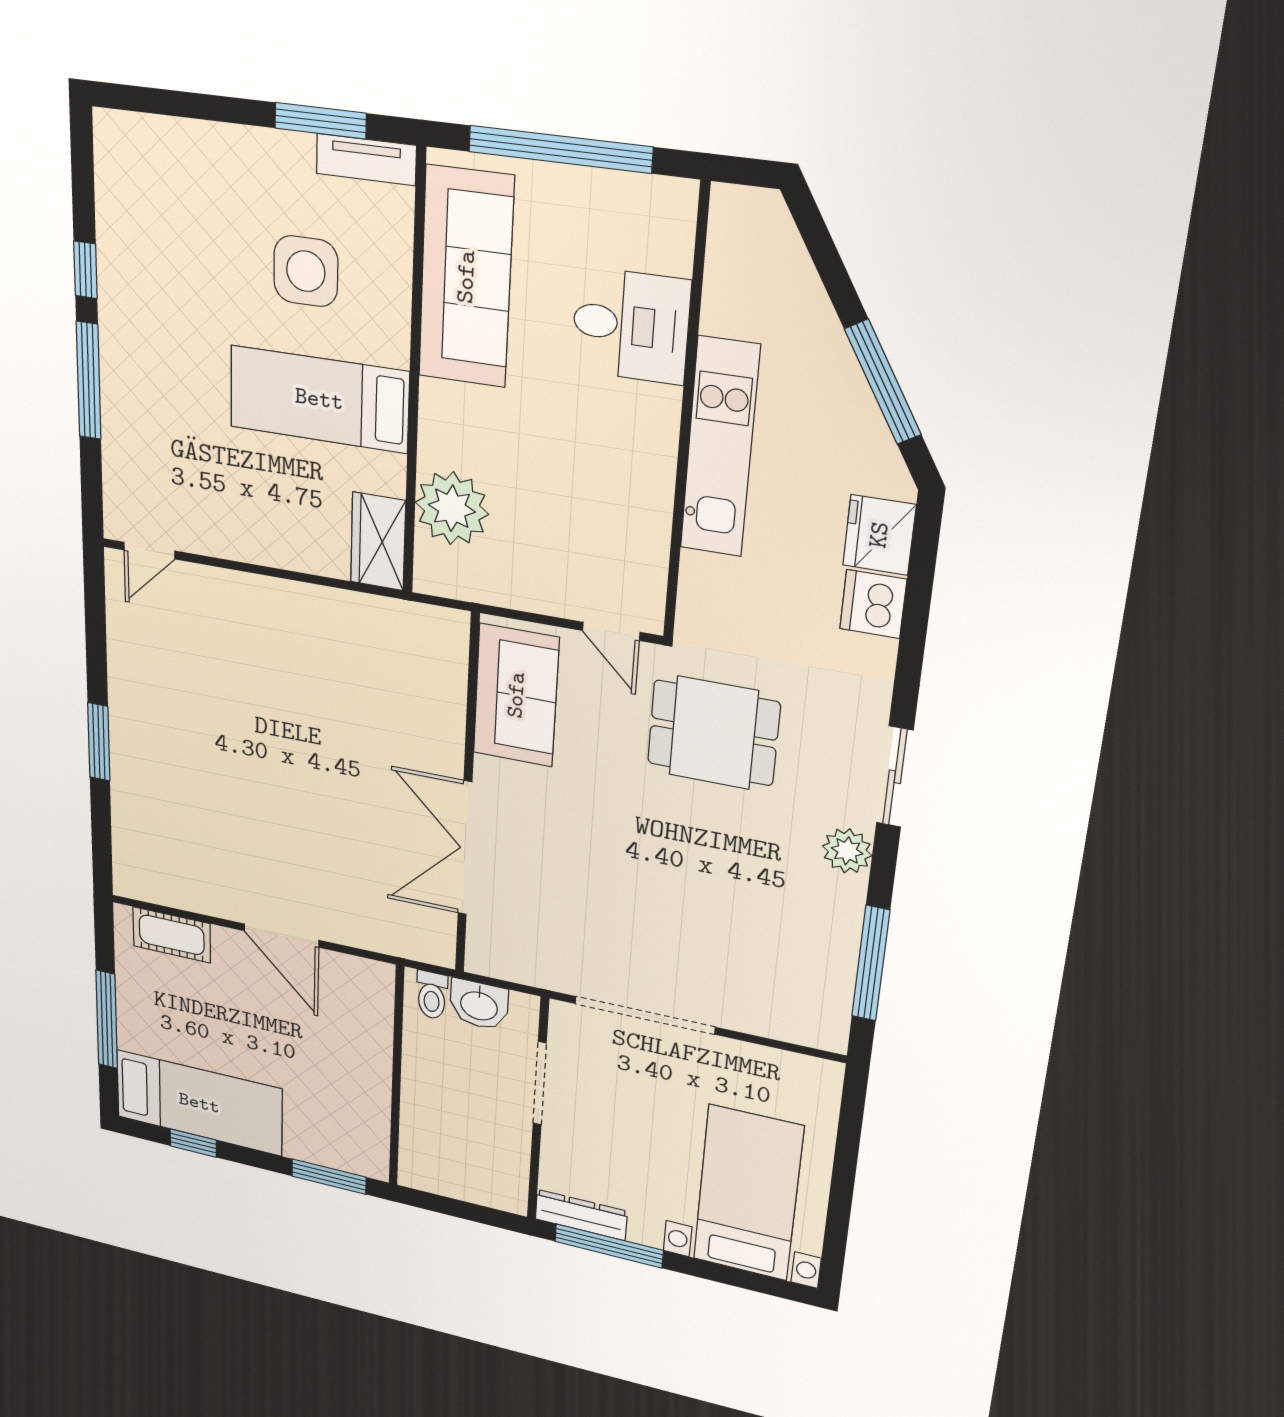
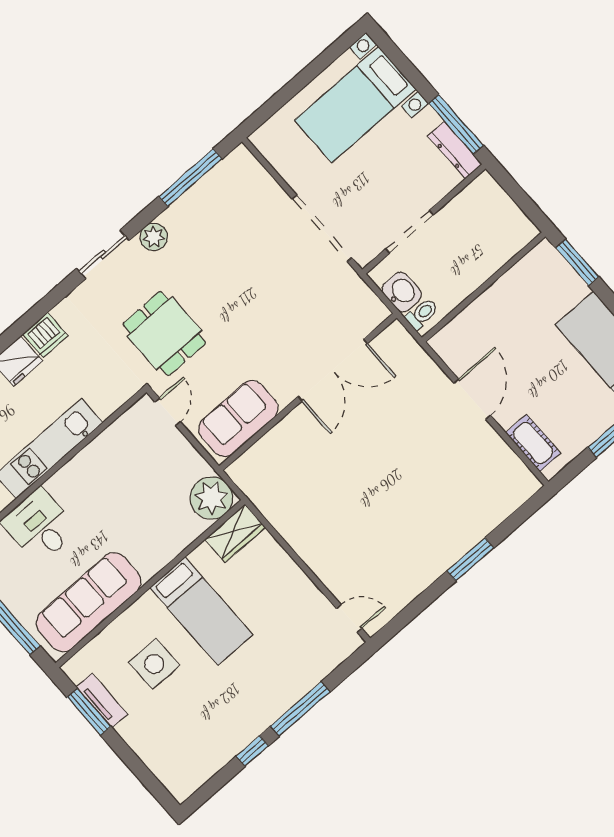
tv unit: (366, 159) -> (102, 701), moved
plant: (452, 508) -> (211, 498), moved

